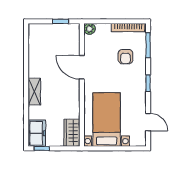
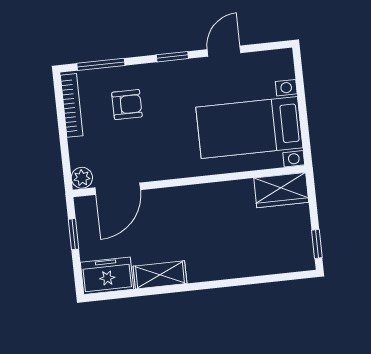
door: (82, 67) -> (118, 189), moved
shelving: (34, 92) -> (160, 275), moved
door: (148, 122) -> (224, 51), moved
freezer: (37, 133) -> (107, 276), moved

